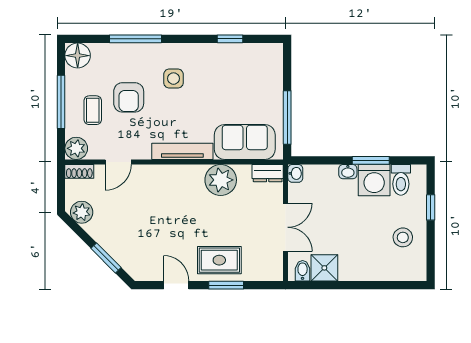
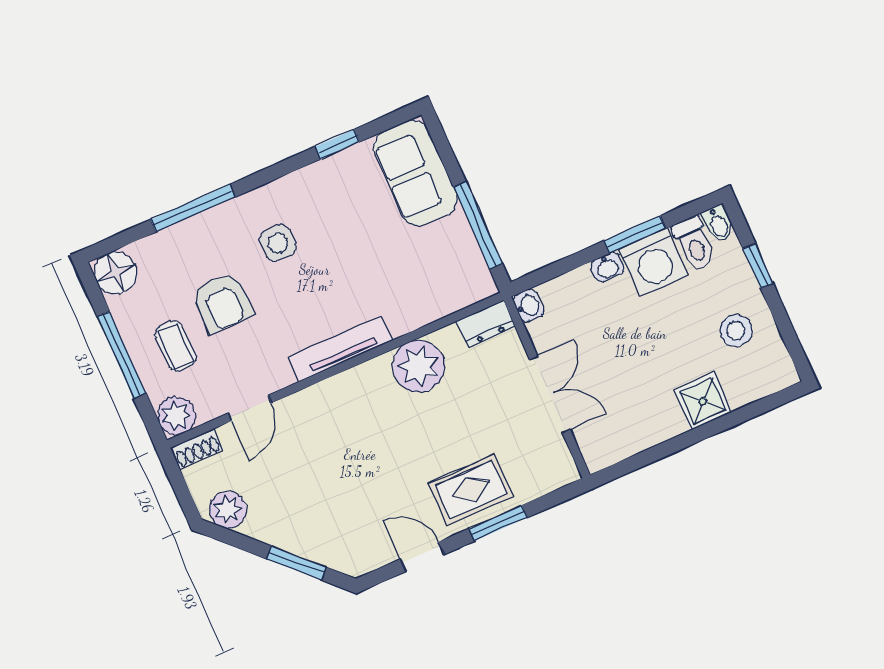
sofa: (245, 142) -> (415, 173), moved, turned -90
shower: (324, 268) -> (703, 401), moved
bidet: (303, 271) -> (718, 224), moved, turned 180

